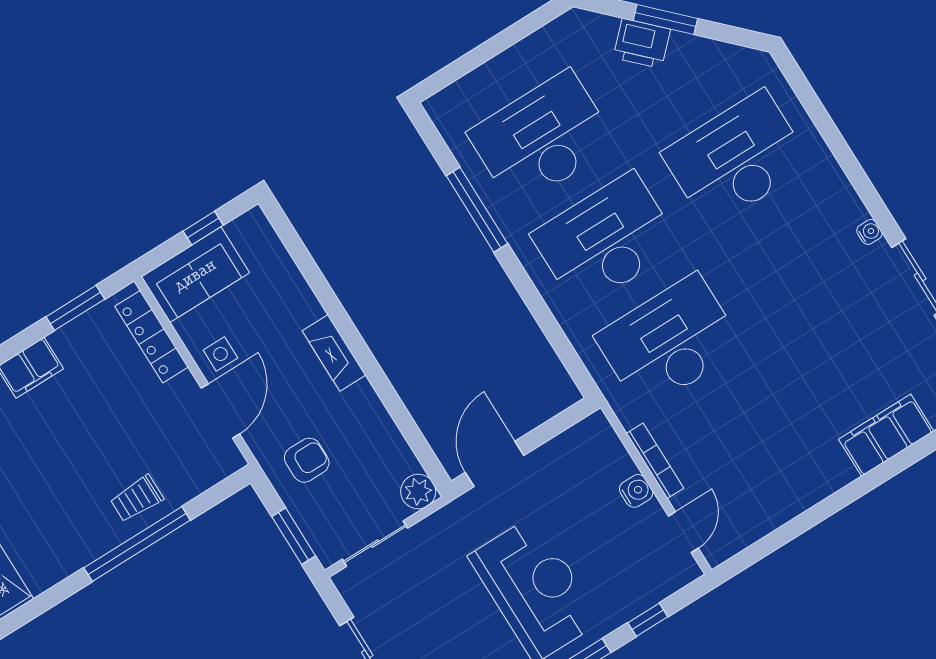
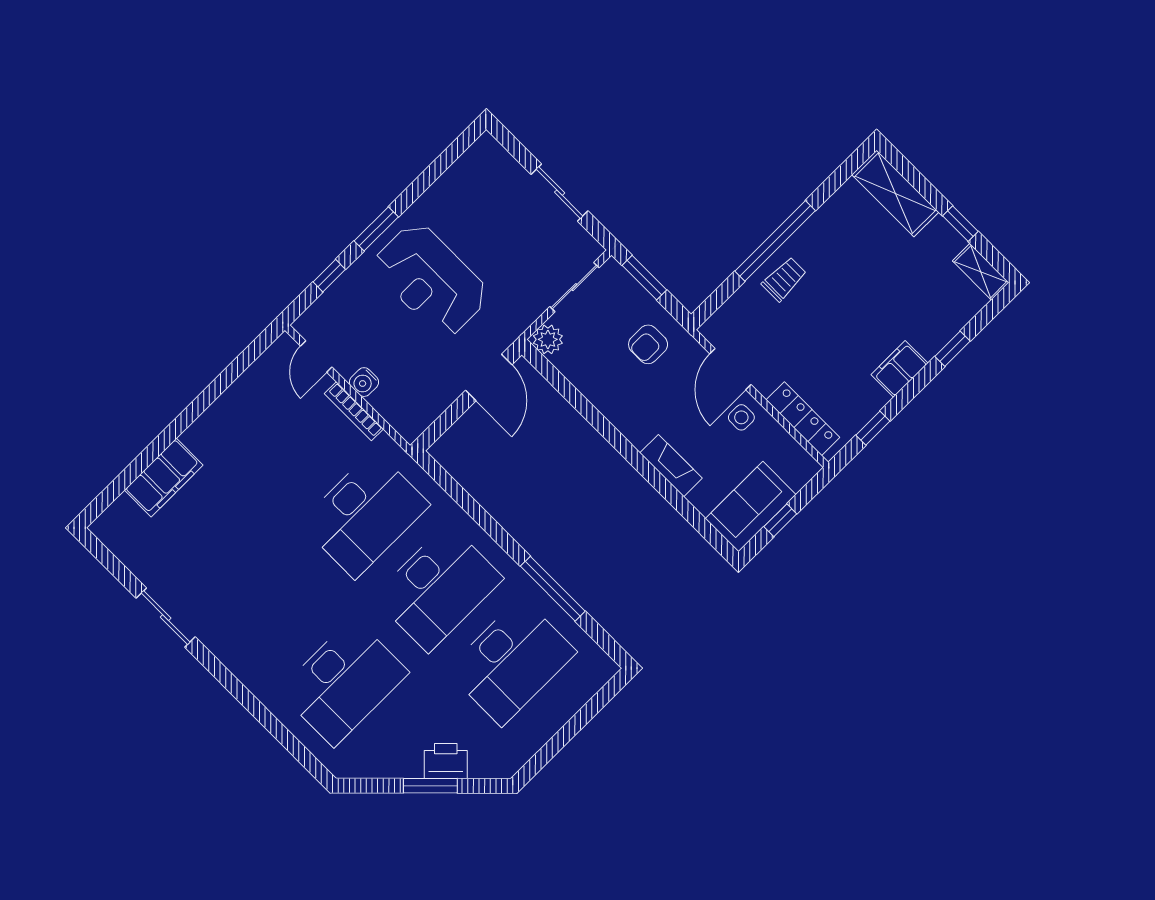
water cooler: (869, 232) -> (217, 646), removed
sofa: (195, 275) -> (751, 507), moved
window: (75, 308) -> (873, 428), width x0.67
fireplace: (334, 353) -> (671, 466), moved

